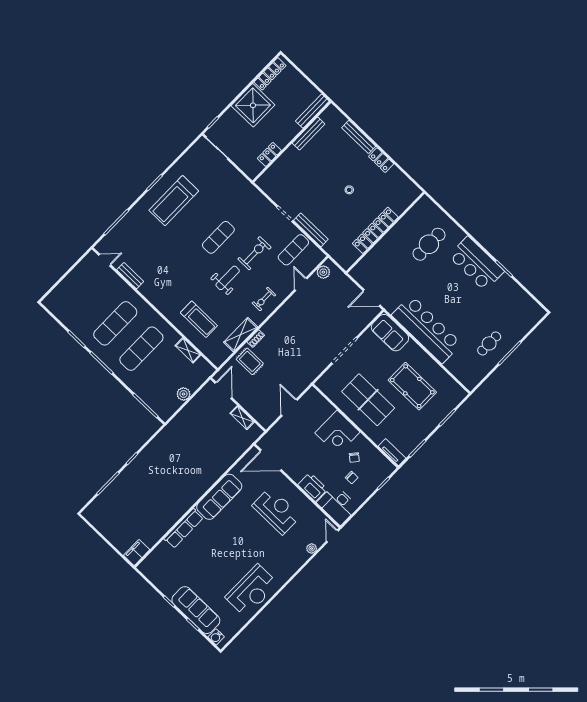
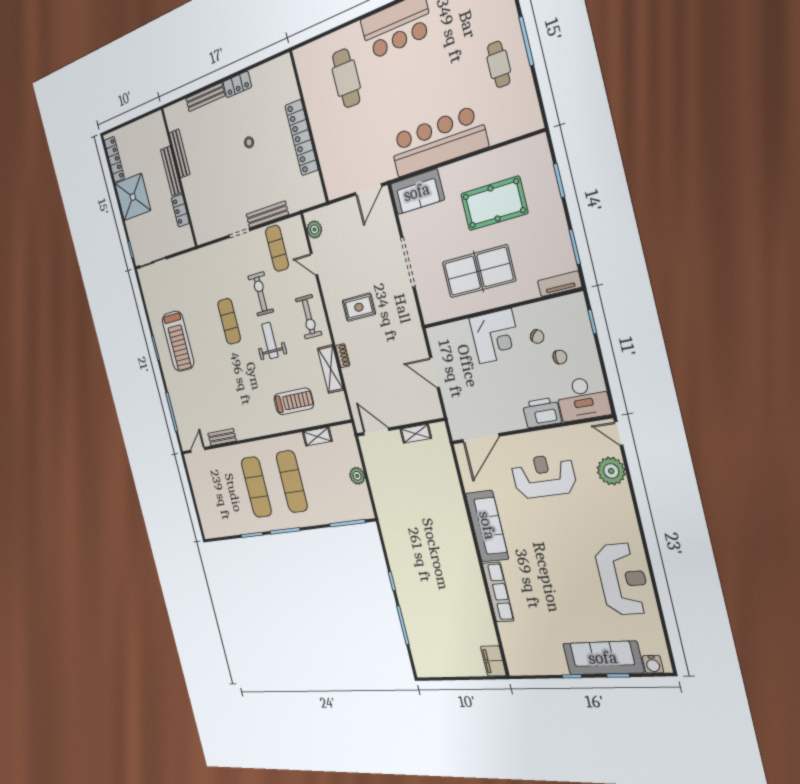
bench: (312, 111) -> (171, 171), moved
exercise bike: (264, 299) -> (309, 317), width x1.38, depth x1.39
rug: (250, 361) -> (359, 307), moved
plant: (312, 549) -> (611, 471), width x1.87, depth x1.87

